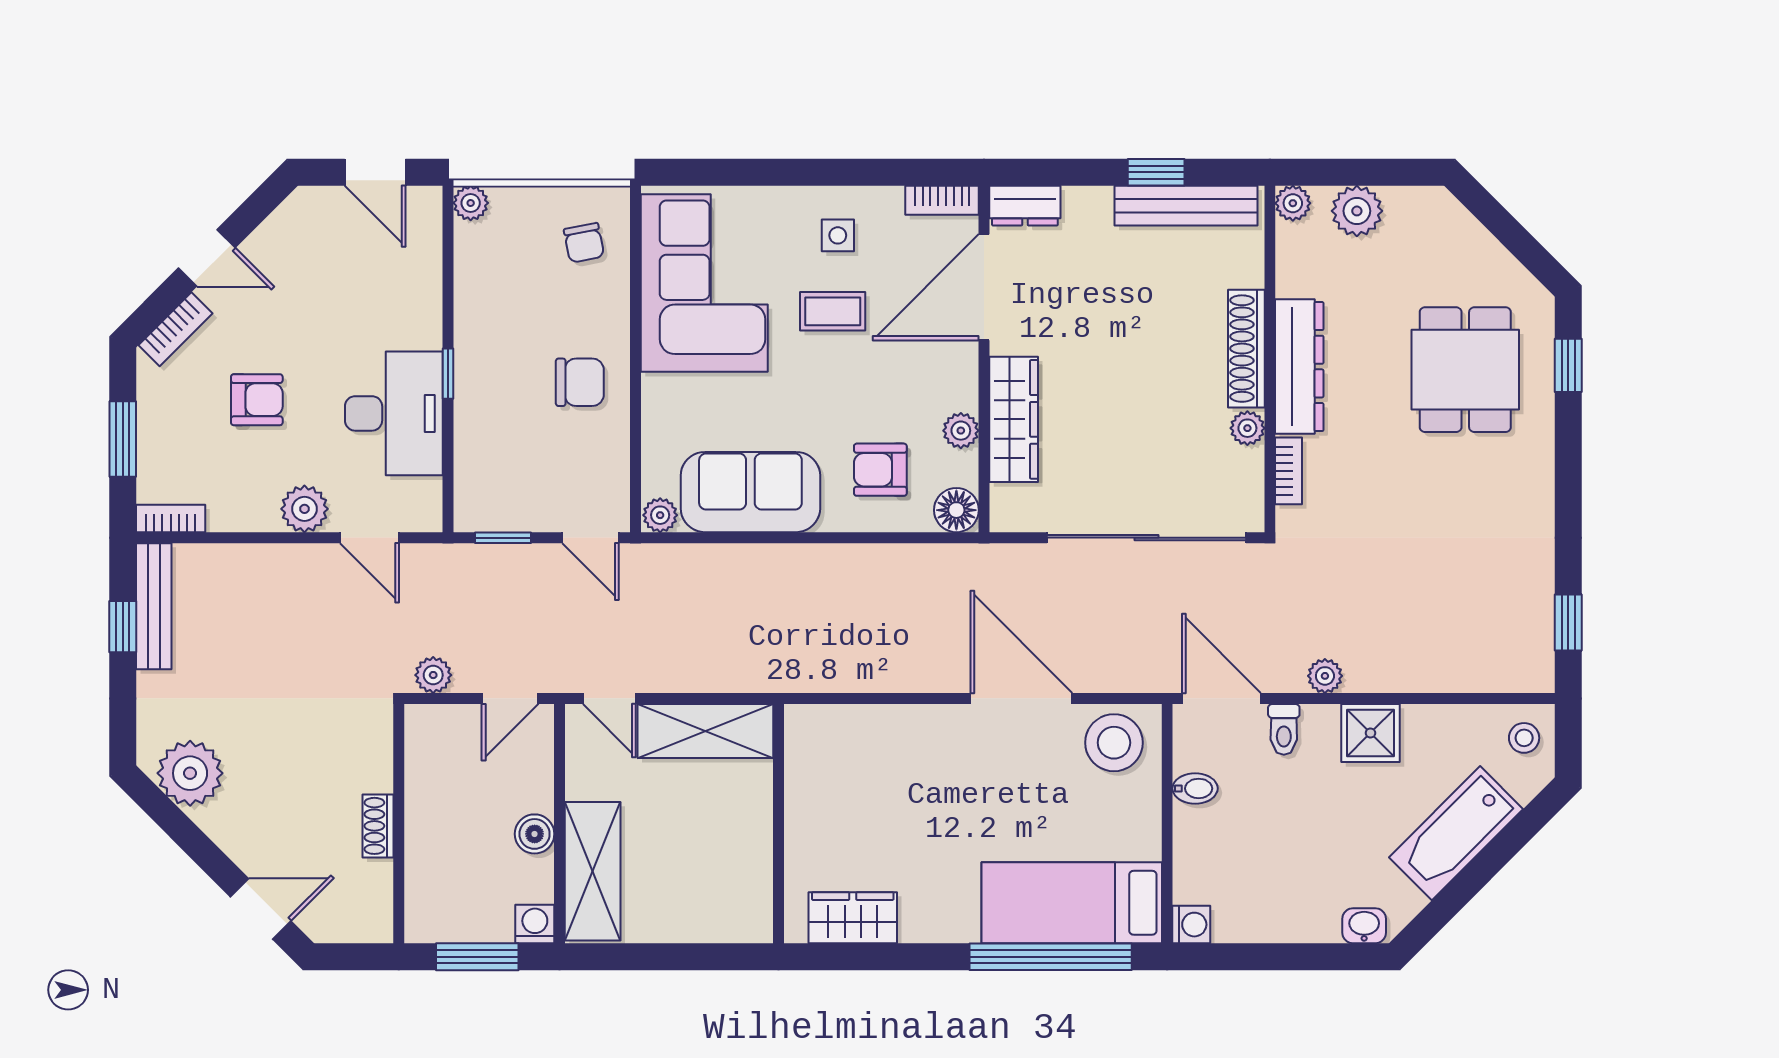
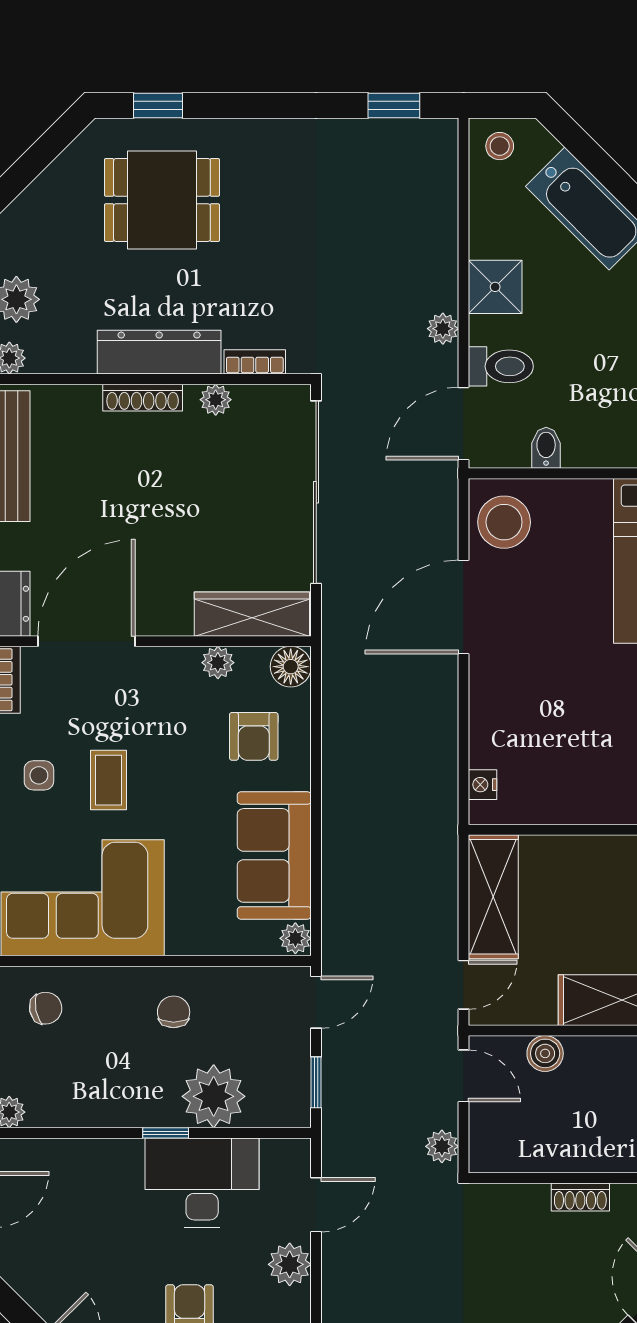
door: (984, 287) -> (86, 641), swing flipped
shoe rack: (1246, 349) -> (143, 398), width x0.74, depth x0.81
chair: (580, 382) -> (174, 1012), width x0.73, depth x0.73
wardrobe: (1014, 419) -> (252, 614), moved
plant: (488, 426) -> (214, 1096), added
nightstand: (828, 719) -> (483, 785), added
toilet: (1284, 729) -> (501, 366), width x1.37, depth x1.39
boiler: (535, 834) -> (545, 1053), moved

